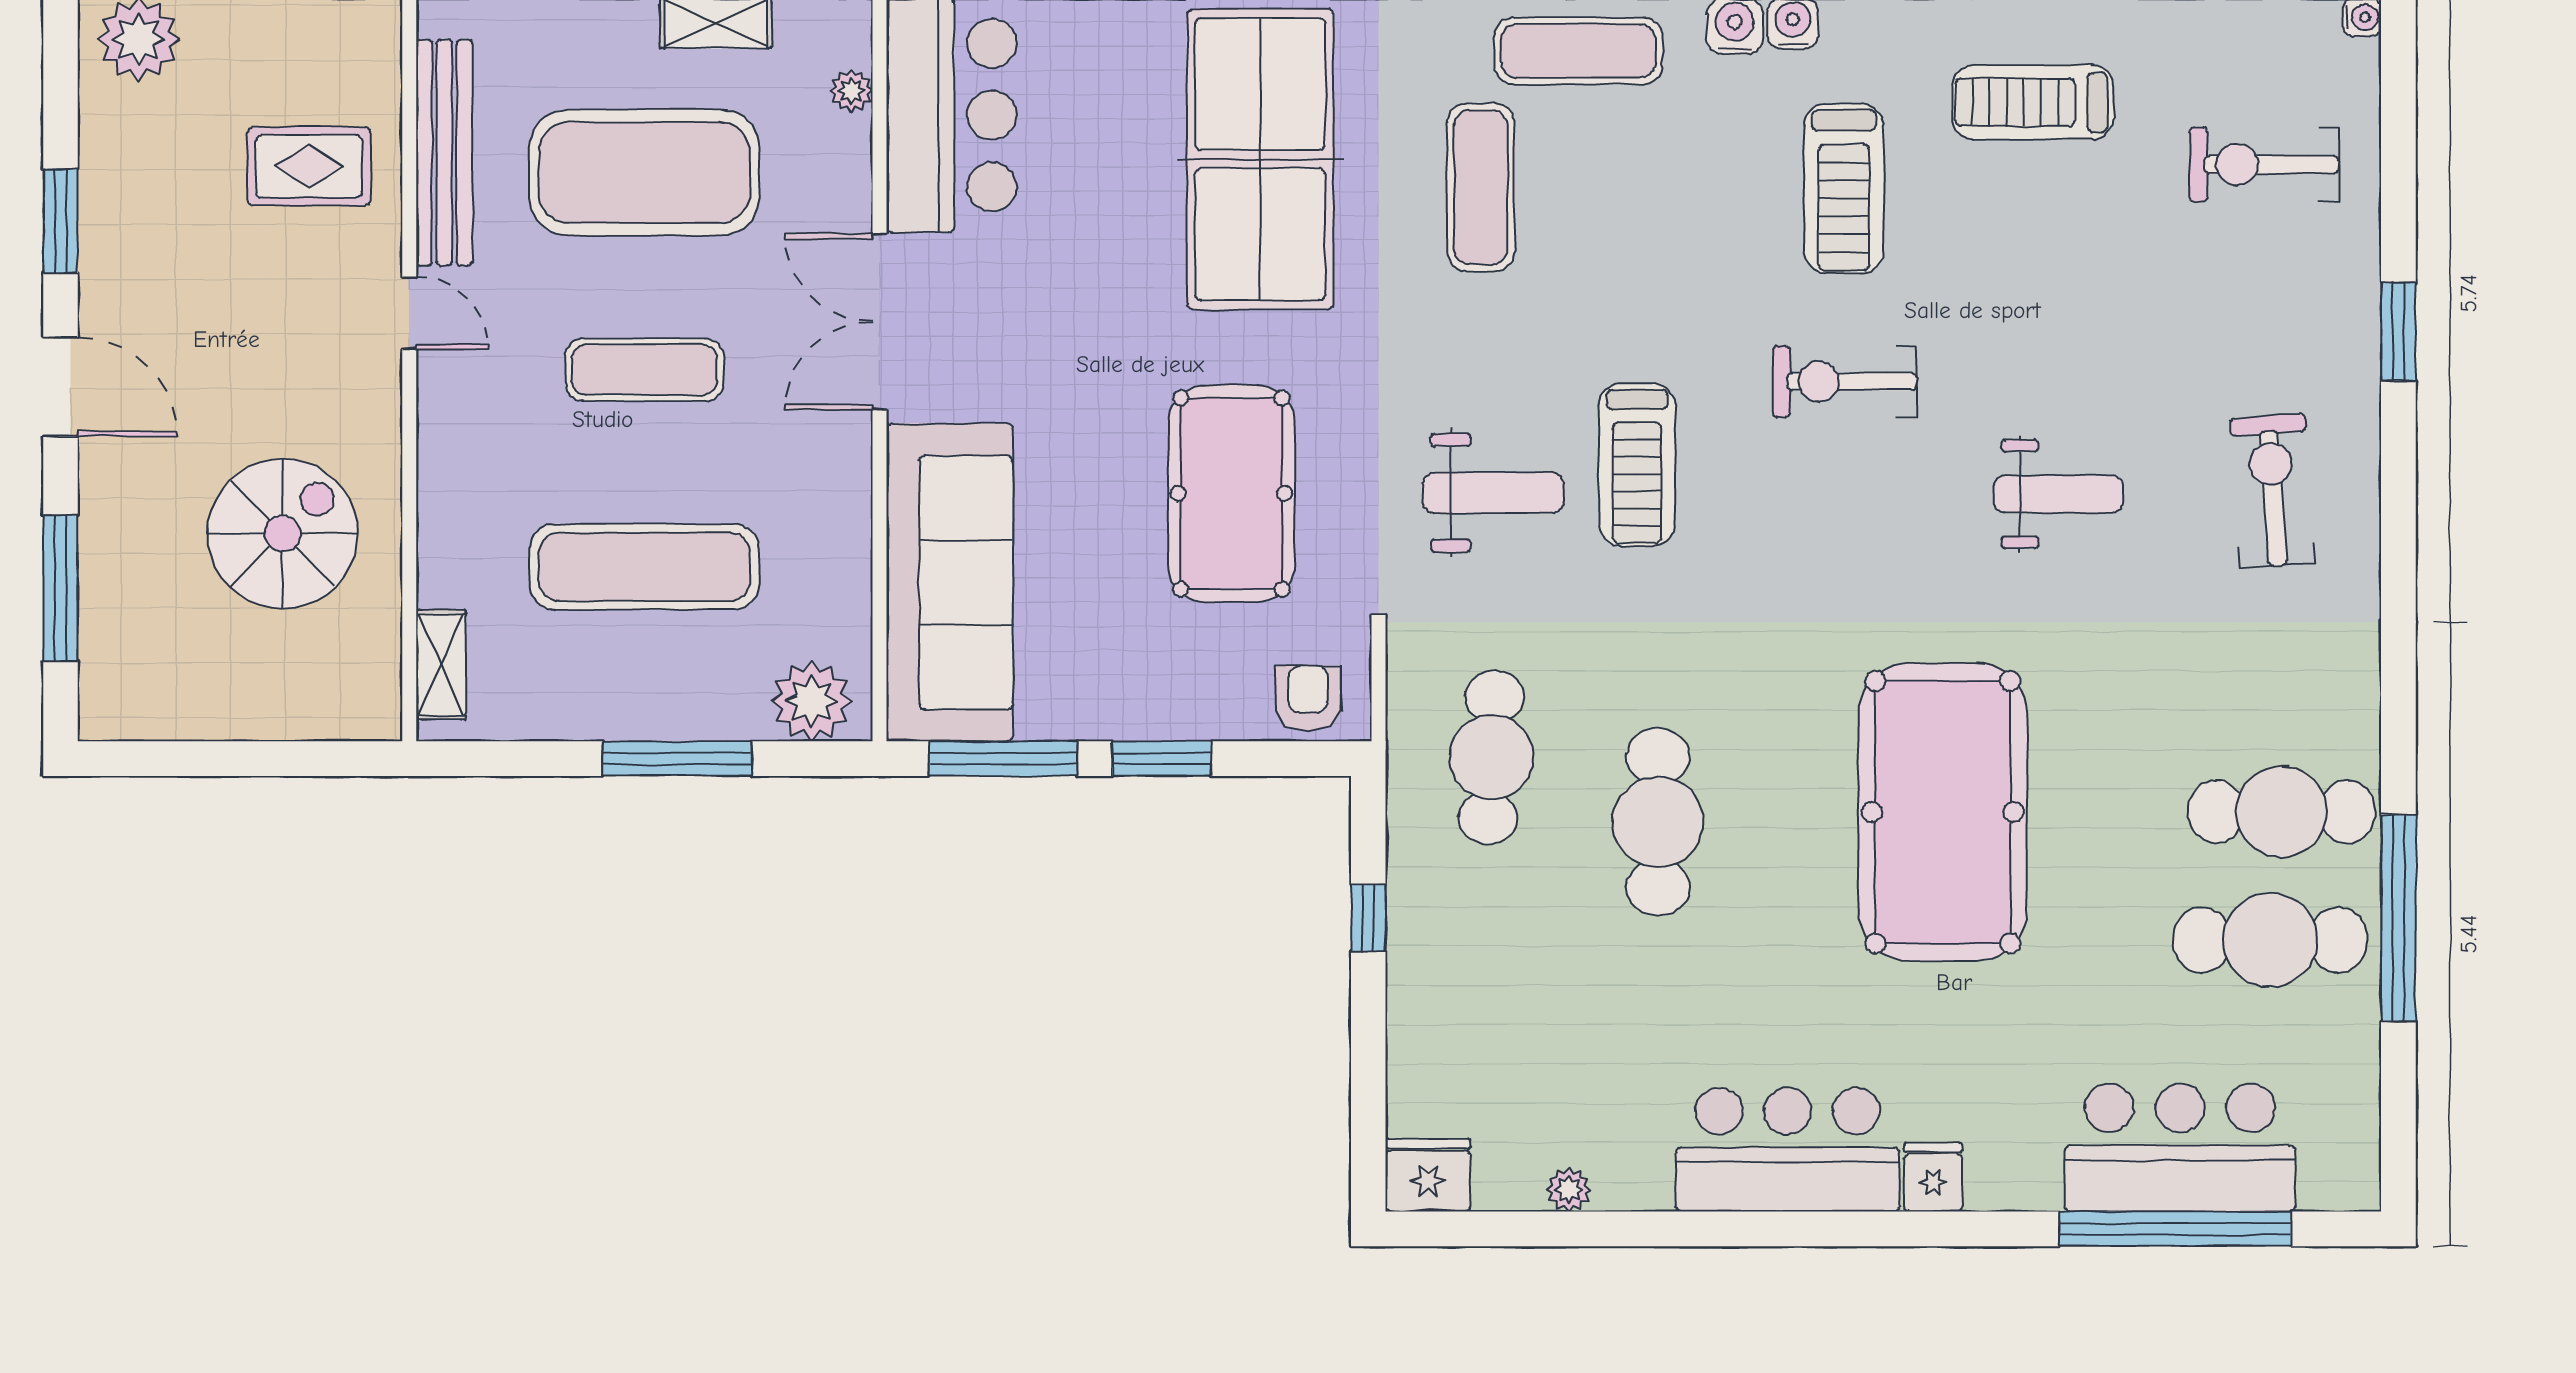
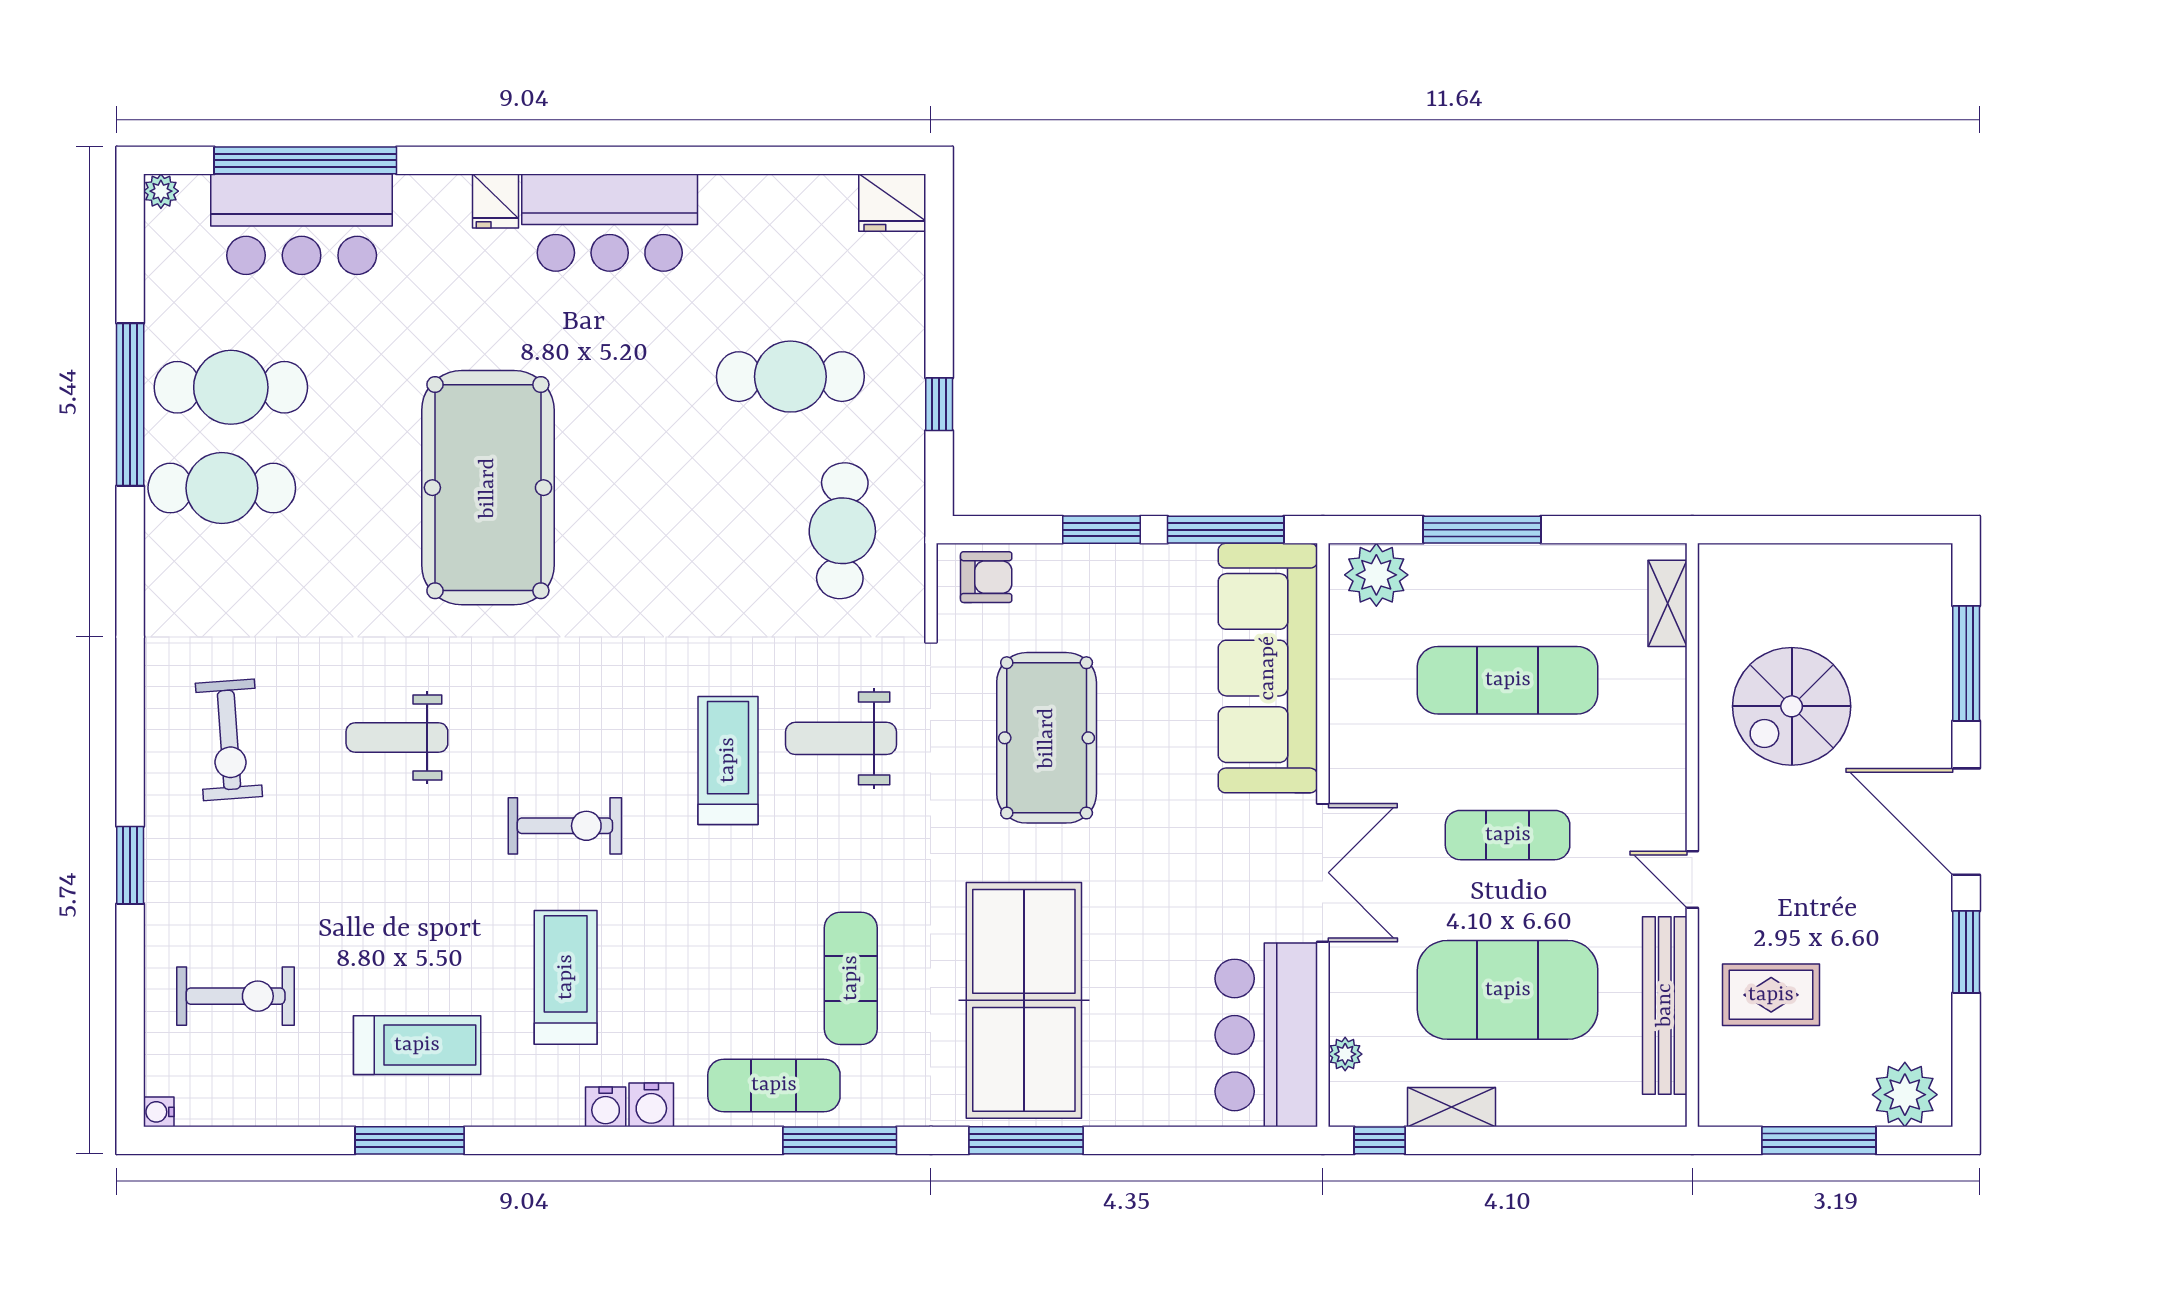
door: (60, 387) -> (1966, 822), width x1.36
armchair: (1308, 698) -> (986, 577), turned -90
cafe table: (1658, 822) -> (790, 377), moved, turned 90
plant: (1569, 1190) -> (161, 191), moved

